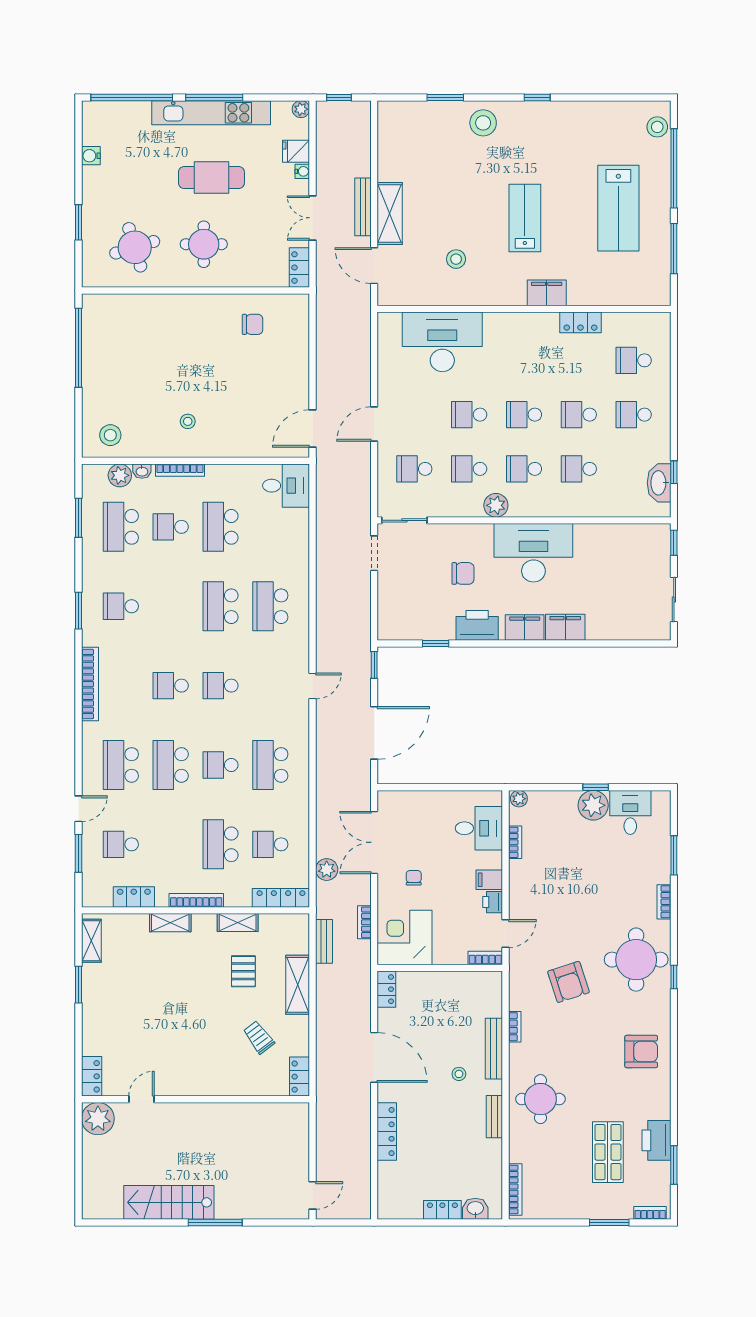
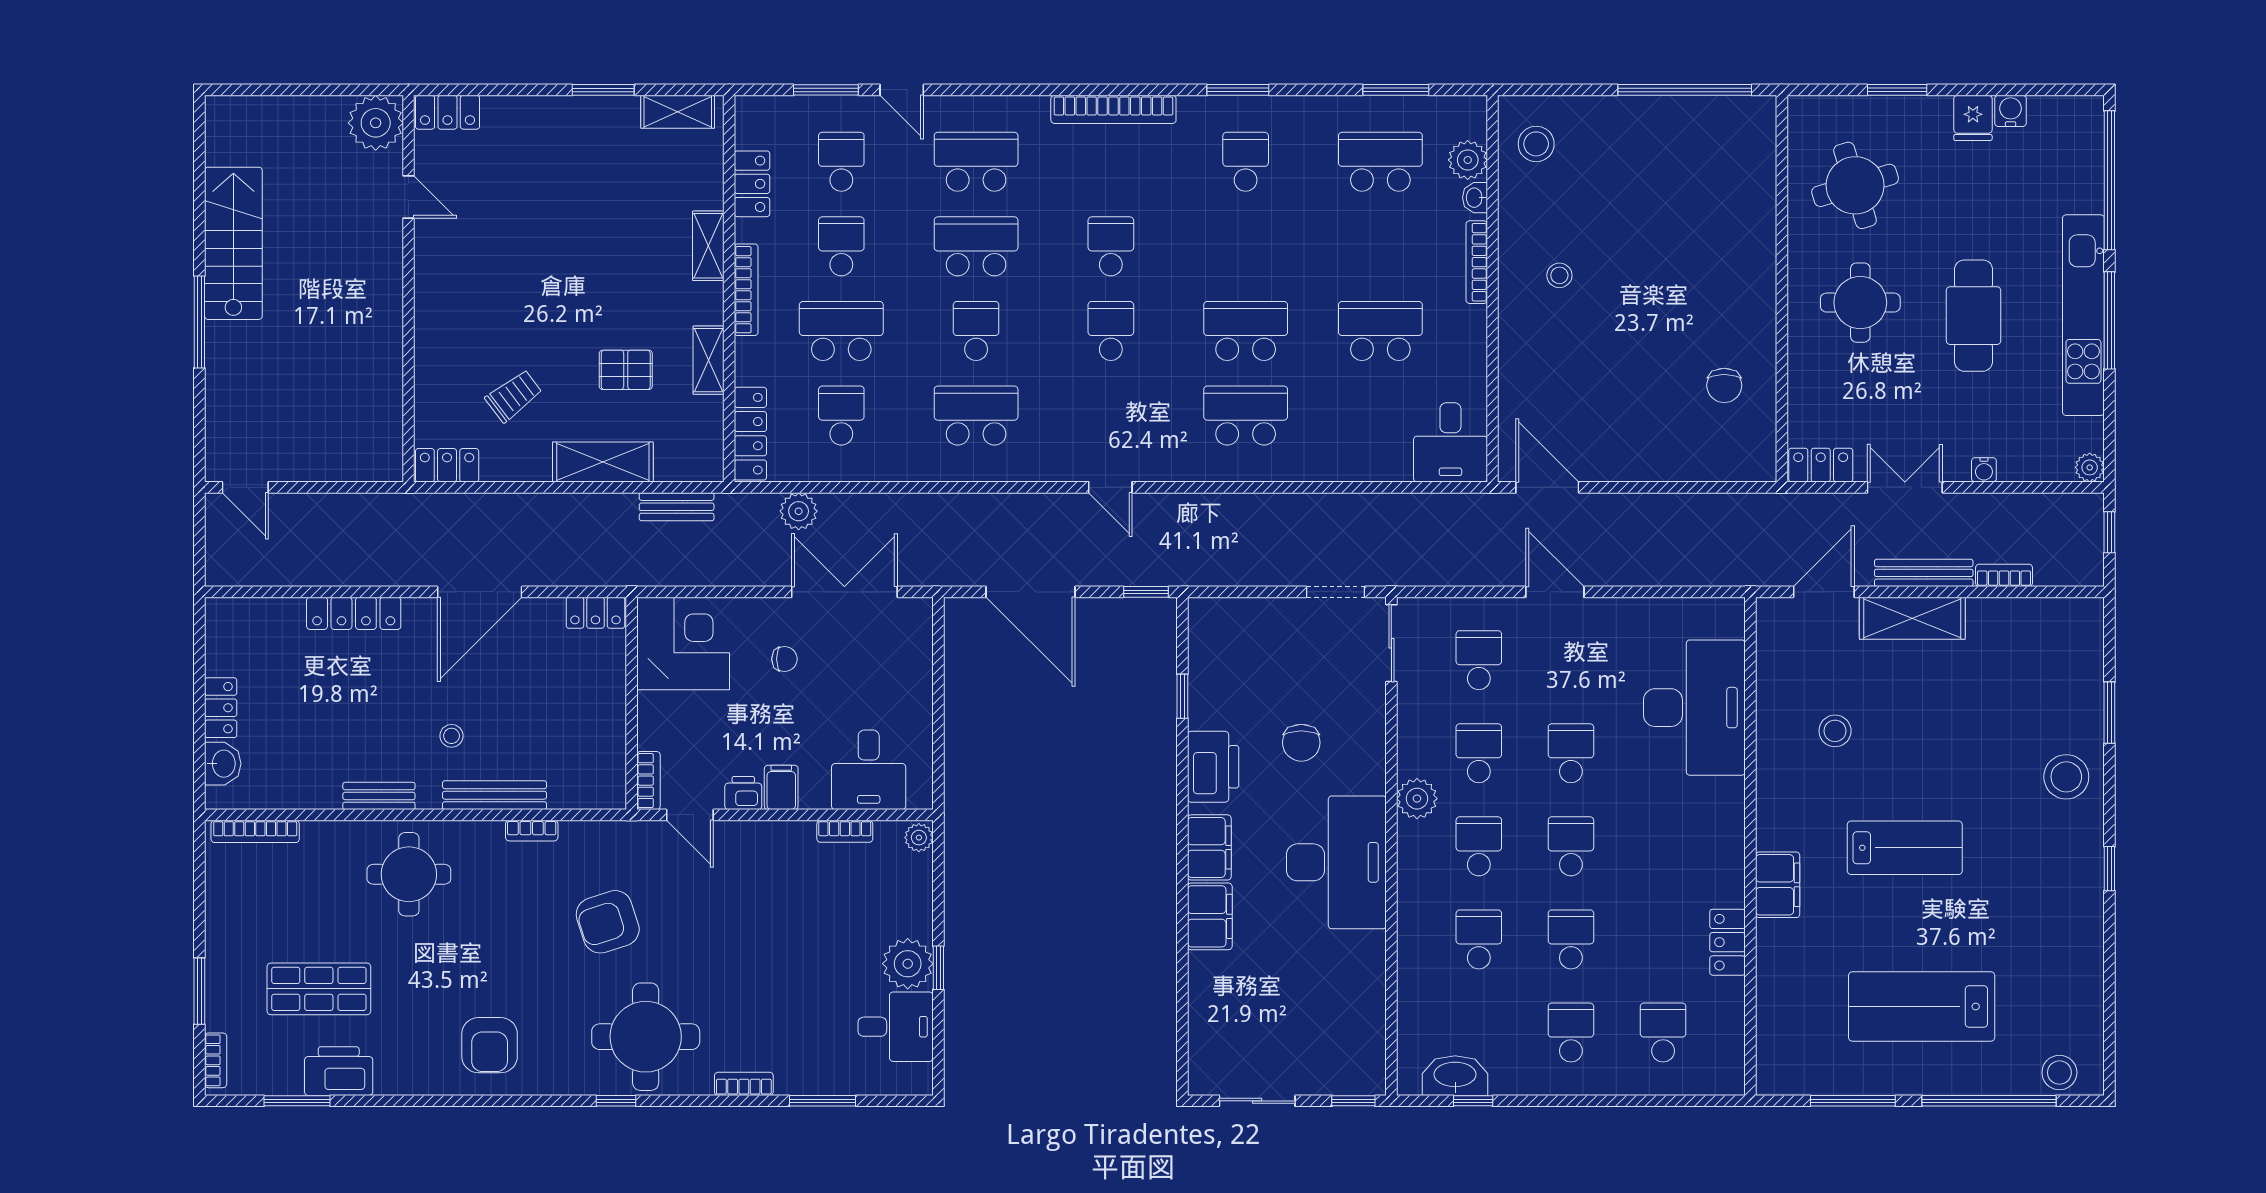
fridge: (296, 151) -> (1973, 118), moved, turned 180
school desk: (171, 527) -> (841, 246), moved
bookcase: (364, 922) -> (2004, 575), moved

